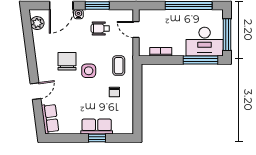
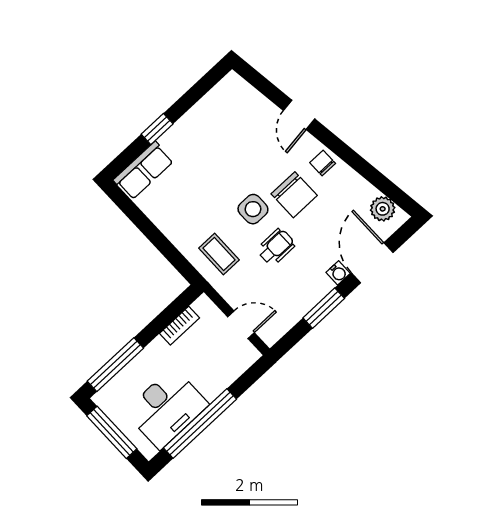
wheelchair: (100, 28) -> (276, 247), moved
desk: (205, 42) -> (167, 408), moved, turned 180
chair: (114, 92) -> (323, 163), moved
row of seats: (50, 118) -> (245, 96), removed
row of seats: (97, 127) -> (143, 171), moved

